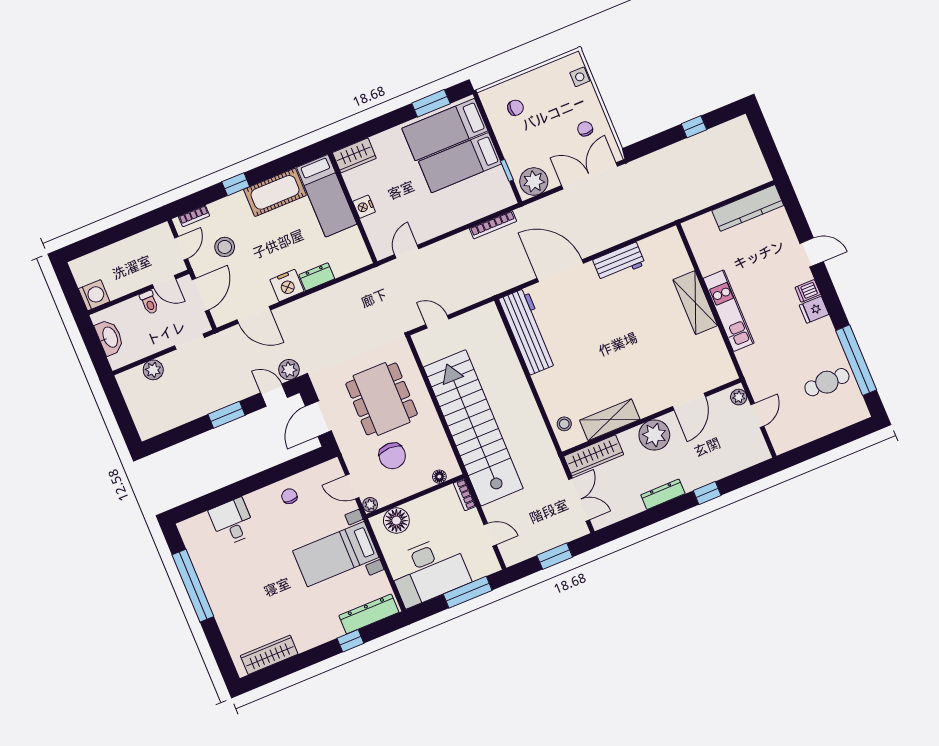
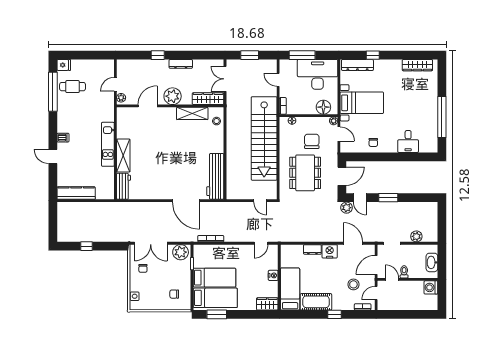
workbench: (619, 262) -> (123, 186), moved, turned 90
fridge: (814, 310) -> (64, 65), moved

